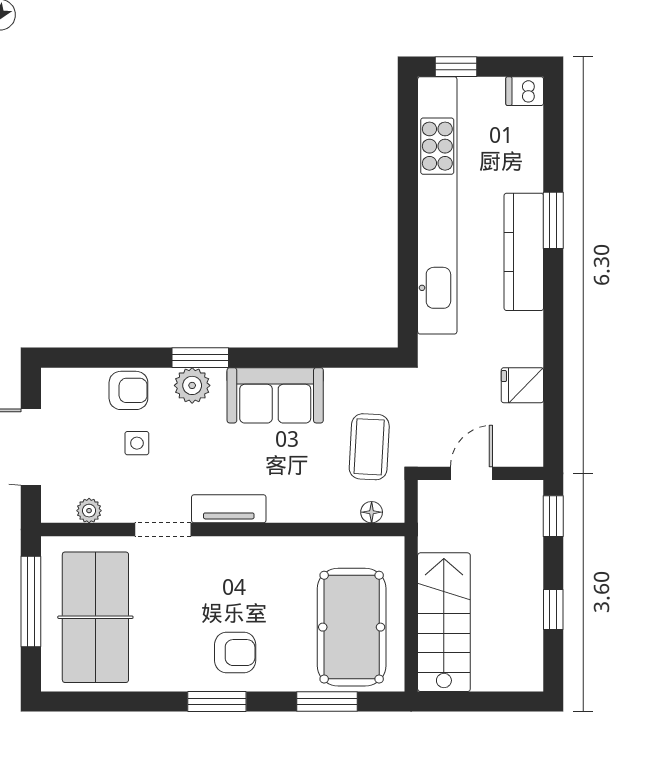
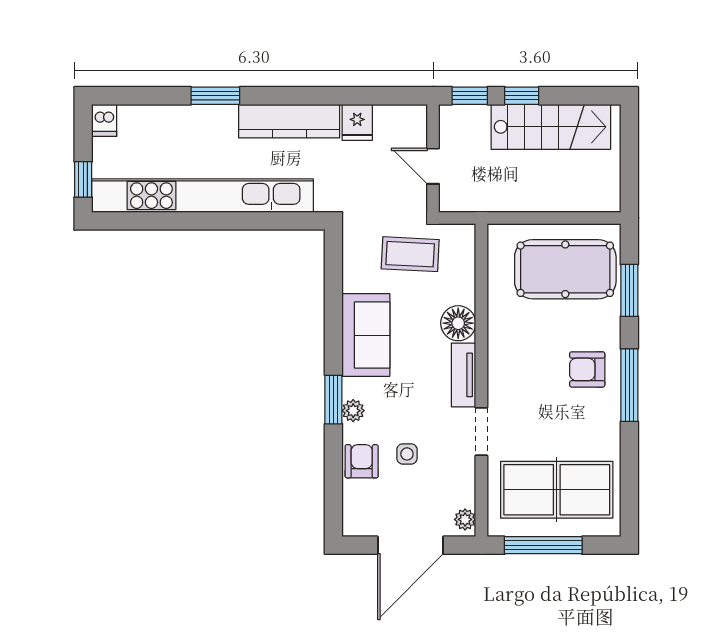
kitchen counter: (524, 252) -> (289, 121), moved
plant: (192, 385) -> (353, 411), width x0.73, depth x0.73
plant: (89, 511) -> (465, 519), moved
floor lamp: (372, 512) -> (458, 323), moved, width x1.89, depth x1.89
window: (553, 609) -> (522, 96), moved
stairs: (444, 622) -> (551, 127), moved, turned 180
armchair: (235, 653) -> (587, 369), turned -90
window: (217, 702) -> (629, 385), width x1.44

